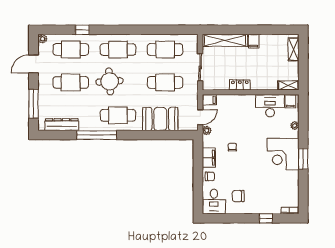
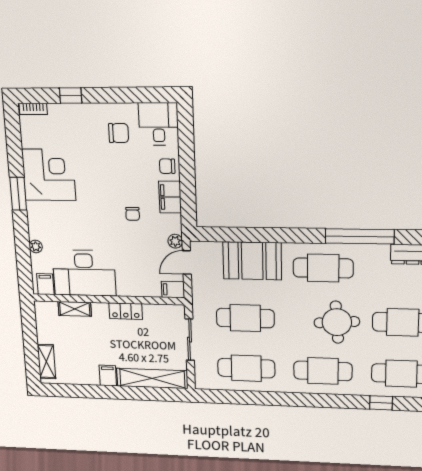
shelving: (288, 85) -> (75, 309), moved
desk: (270, 106) -> (84, 273), width x1.36, depth x1.30
corner desk: (283, 154) -> (49, 175), moved

